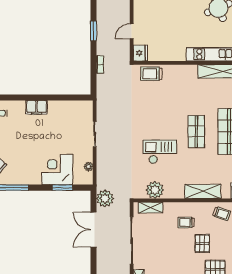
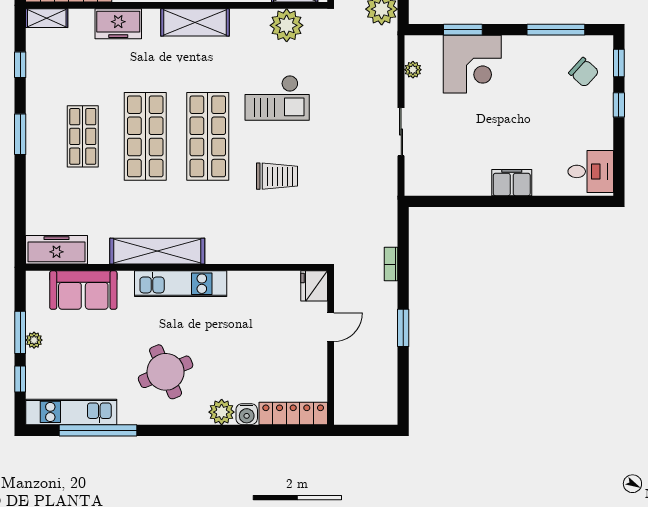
trolley: (151, 74) -> (277, 176), moved
shop shelf: (196, 132) -> (208, 136), width x1.43, depth x1.36

